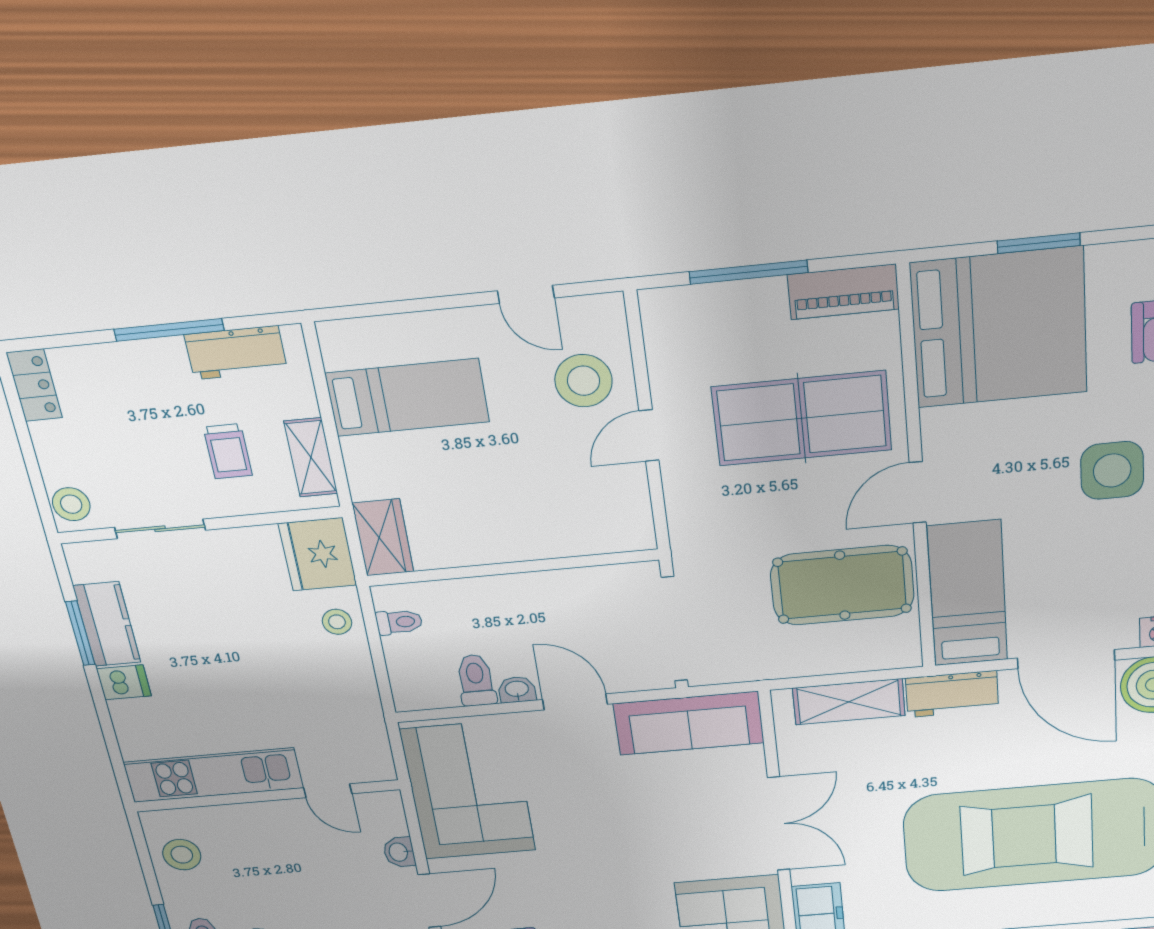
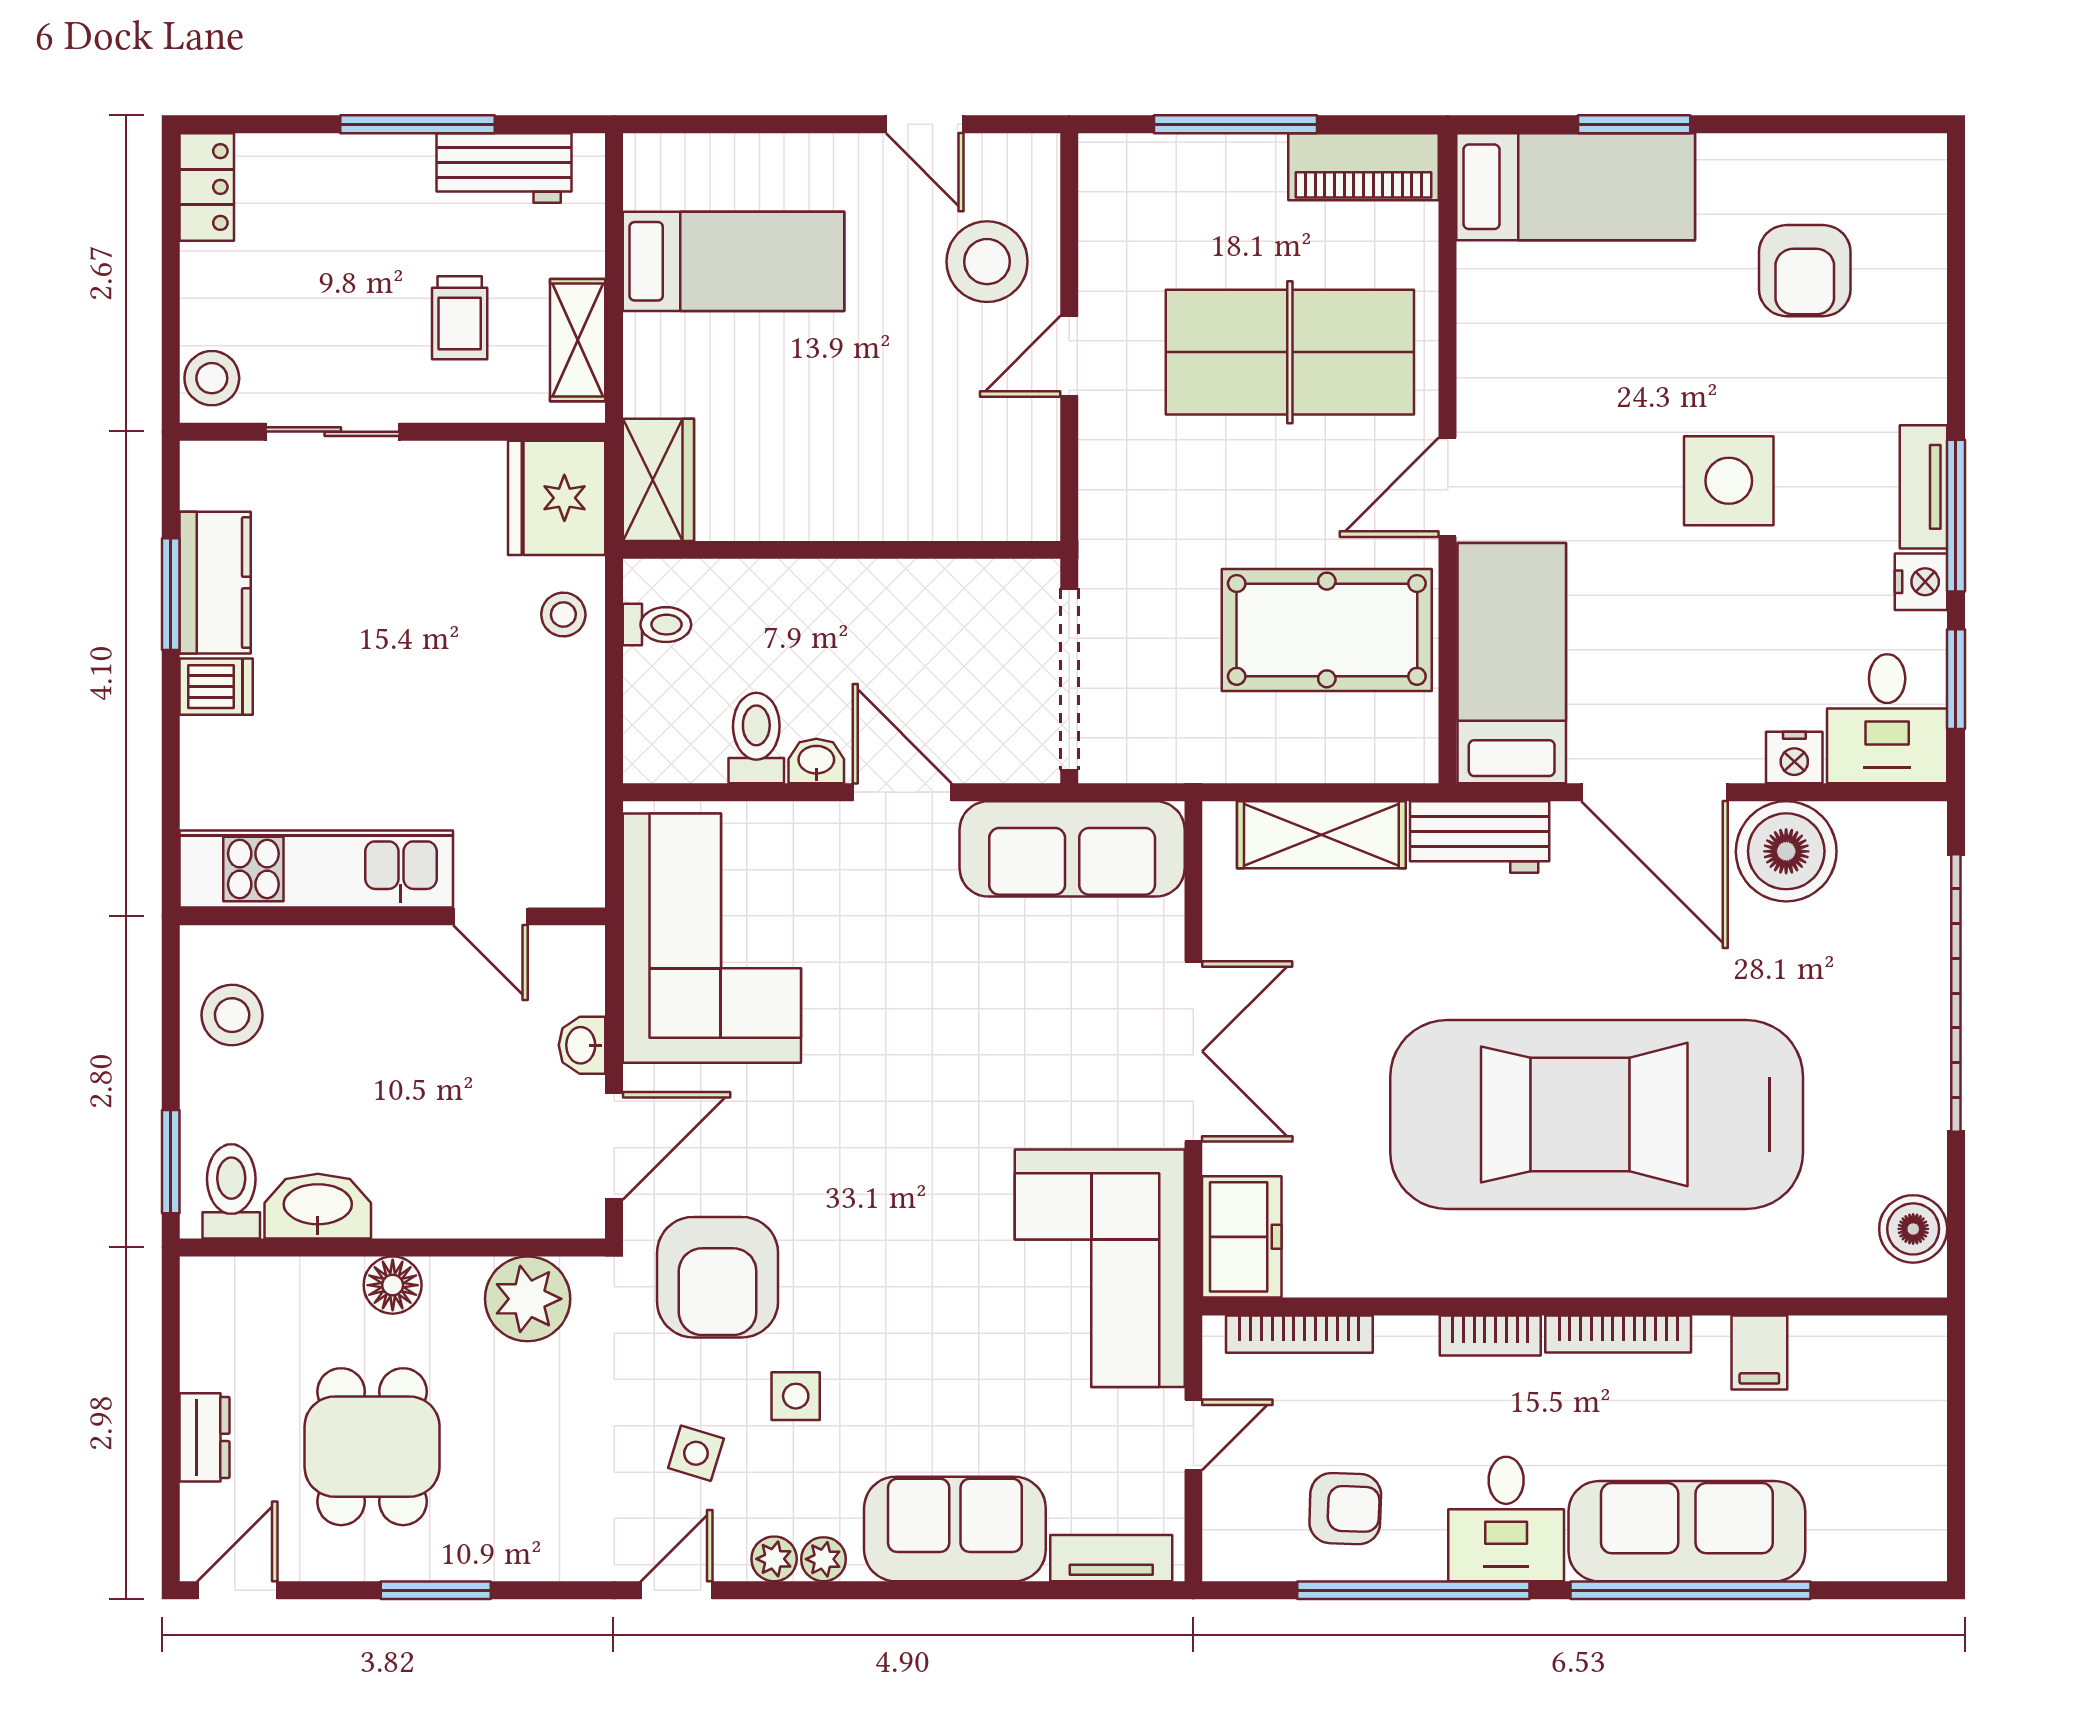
bed: (999, 328) -> (1576, 187), width x0.49

